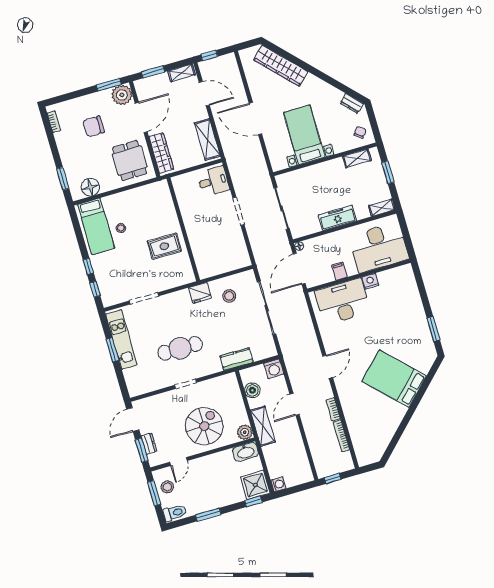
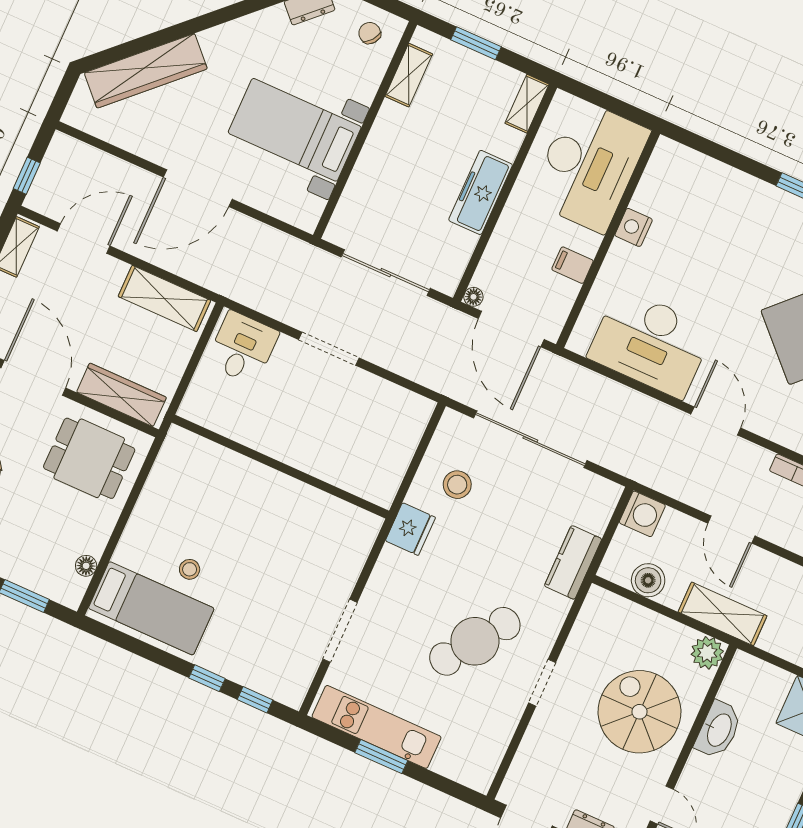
floor lamp: (90, 187) -> (86, 566), width x0.53, depth x0.53
rug: (164, 246) -> (282, 522), removed
desk: (343, 302) -> (651, 343), moved, turned -90
cafe table: (180, 348) -> (475, 641), turned 35
washbasin: (245, 452) -> (718, 730), moved

